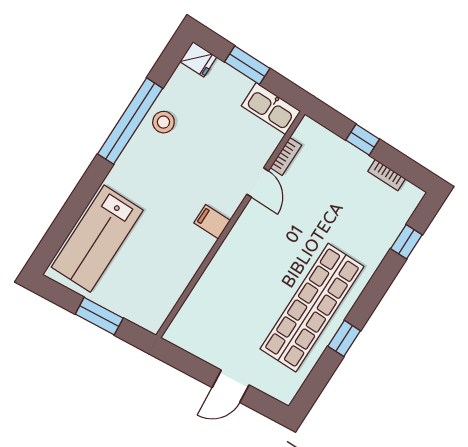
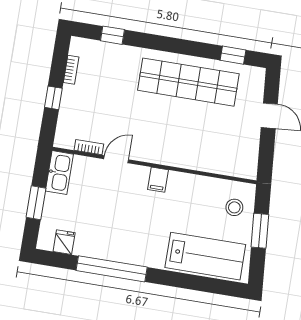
fridge: (198, 59) -> (64, 242), moved
stool: (163, 122) -> (234, 207), moved
window: (344, 338) -> (233, 55), moved

